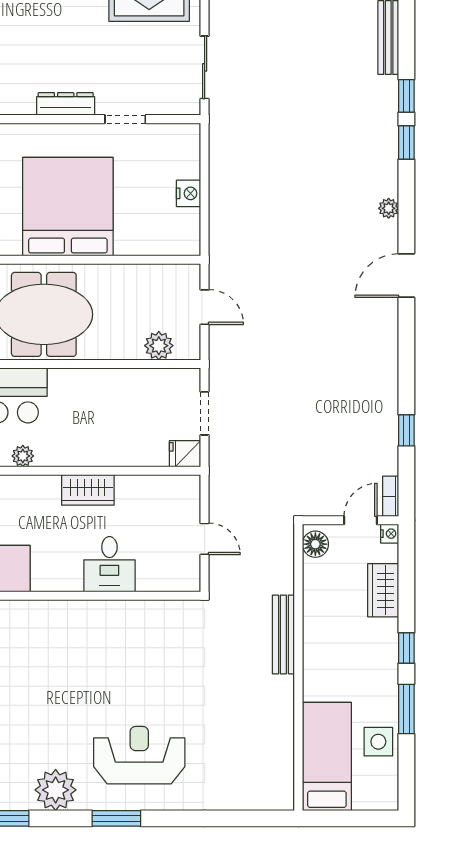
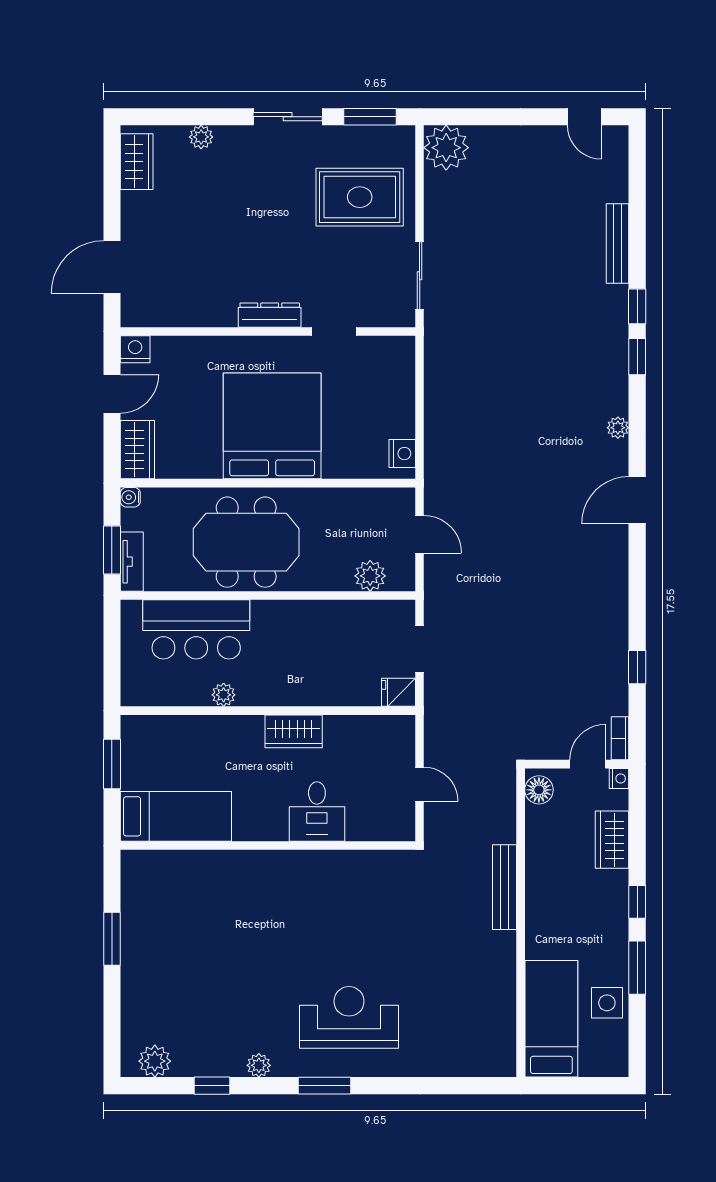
nightstand: (189, 193) -> (402, 454), moved
plant: (56, 790) -> (259, 1065), width x0.53, depth x0.53

